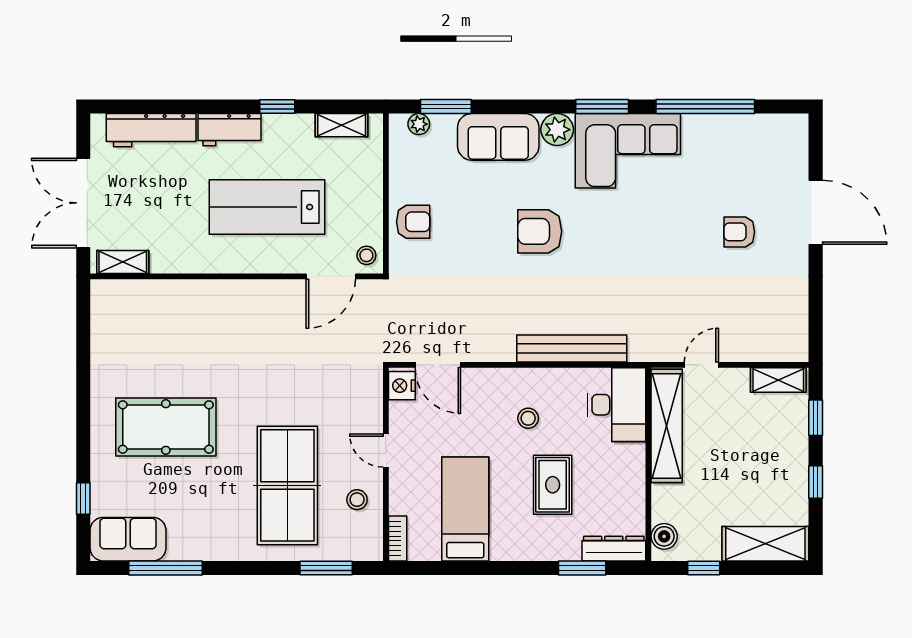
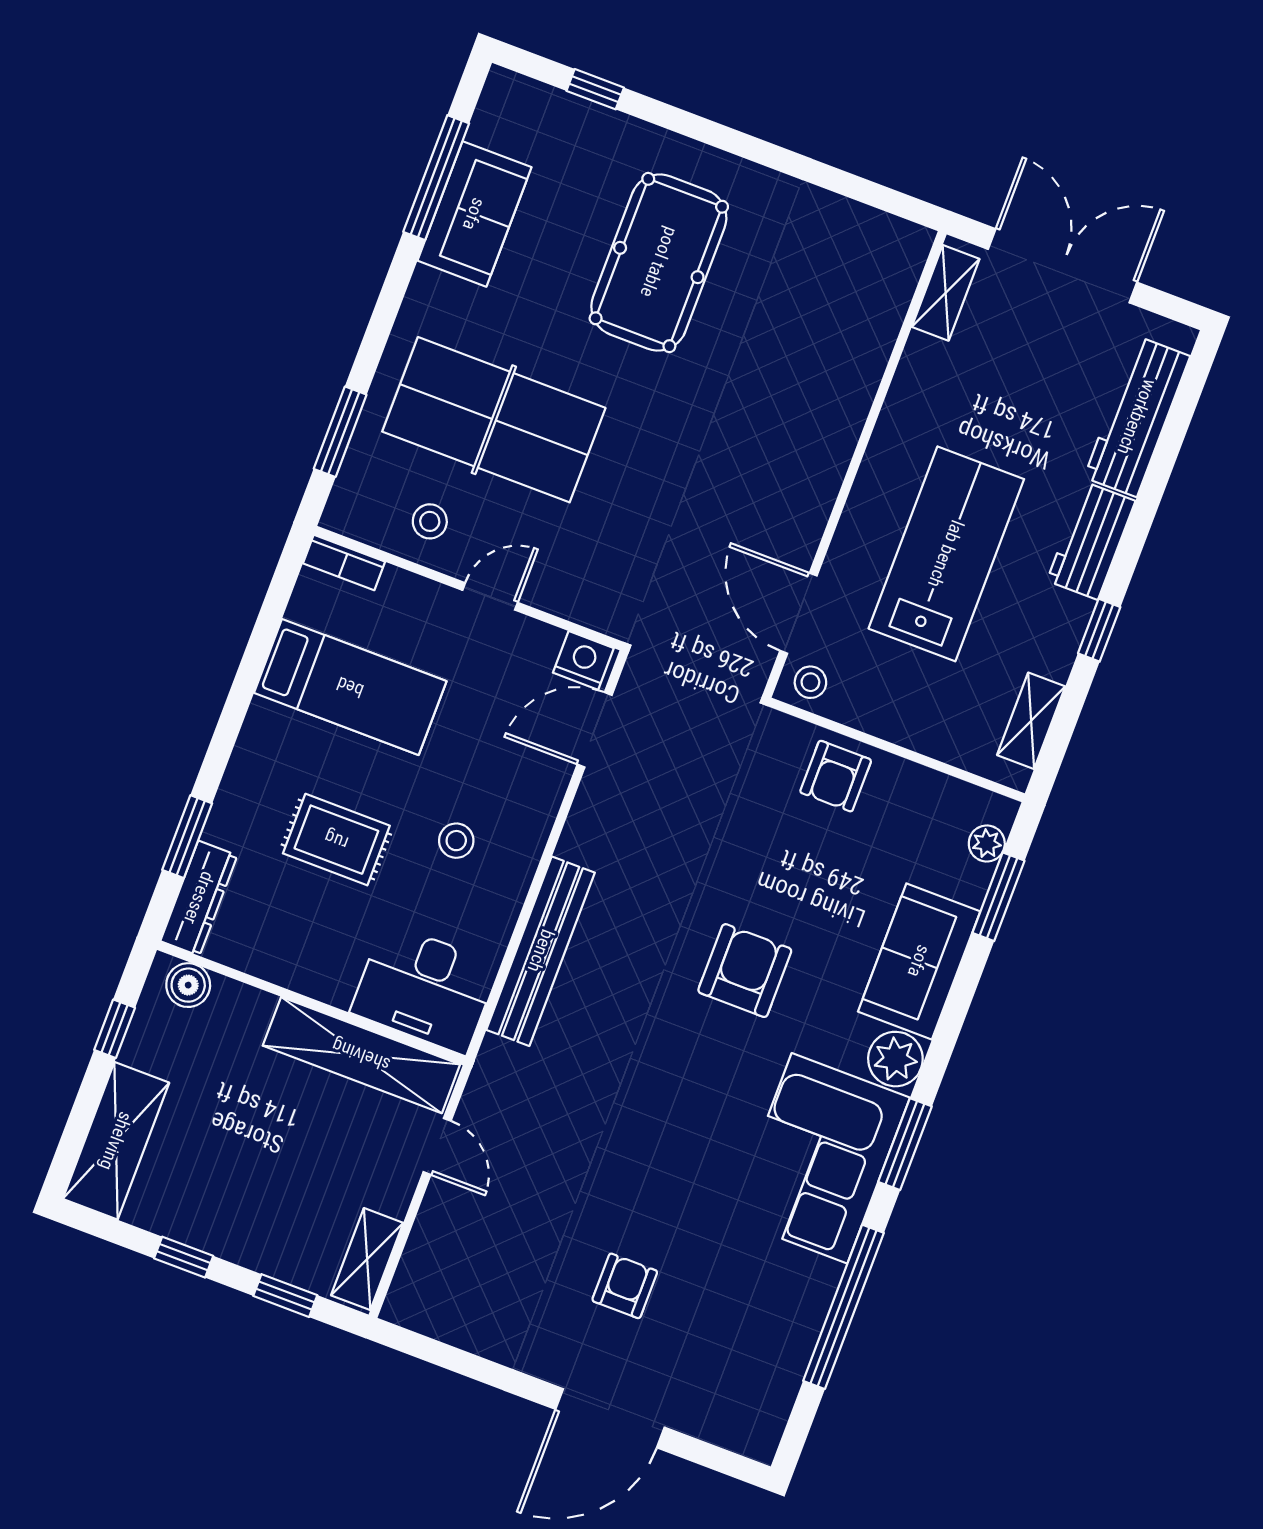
sofa: (128, 539) -> (474, 214), moved

